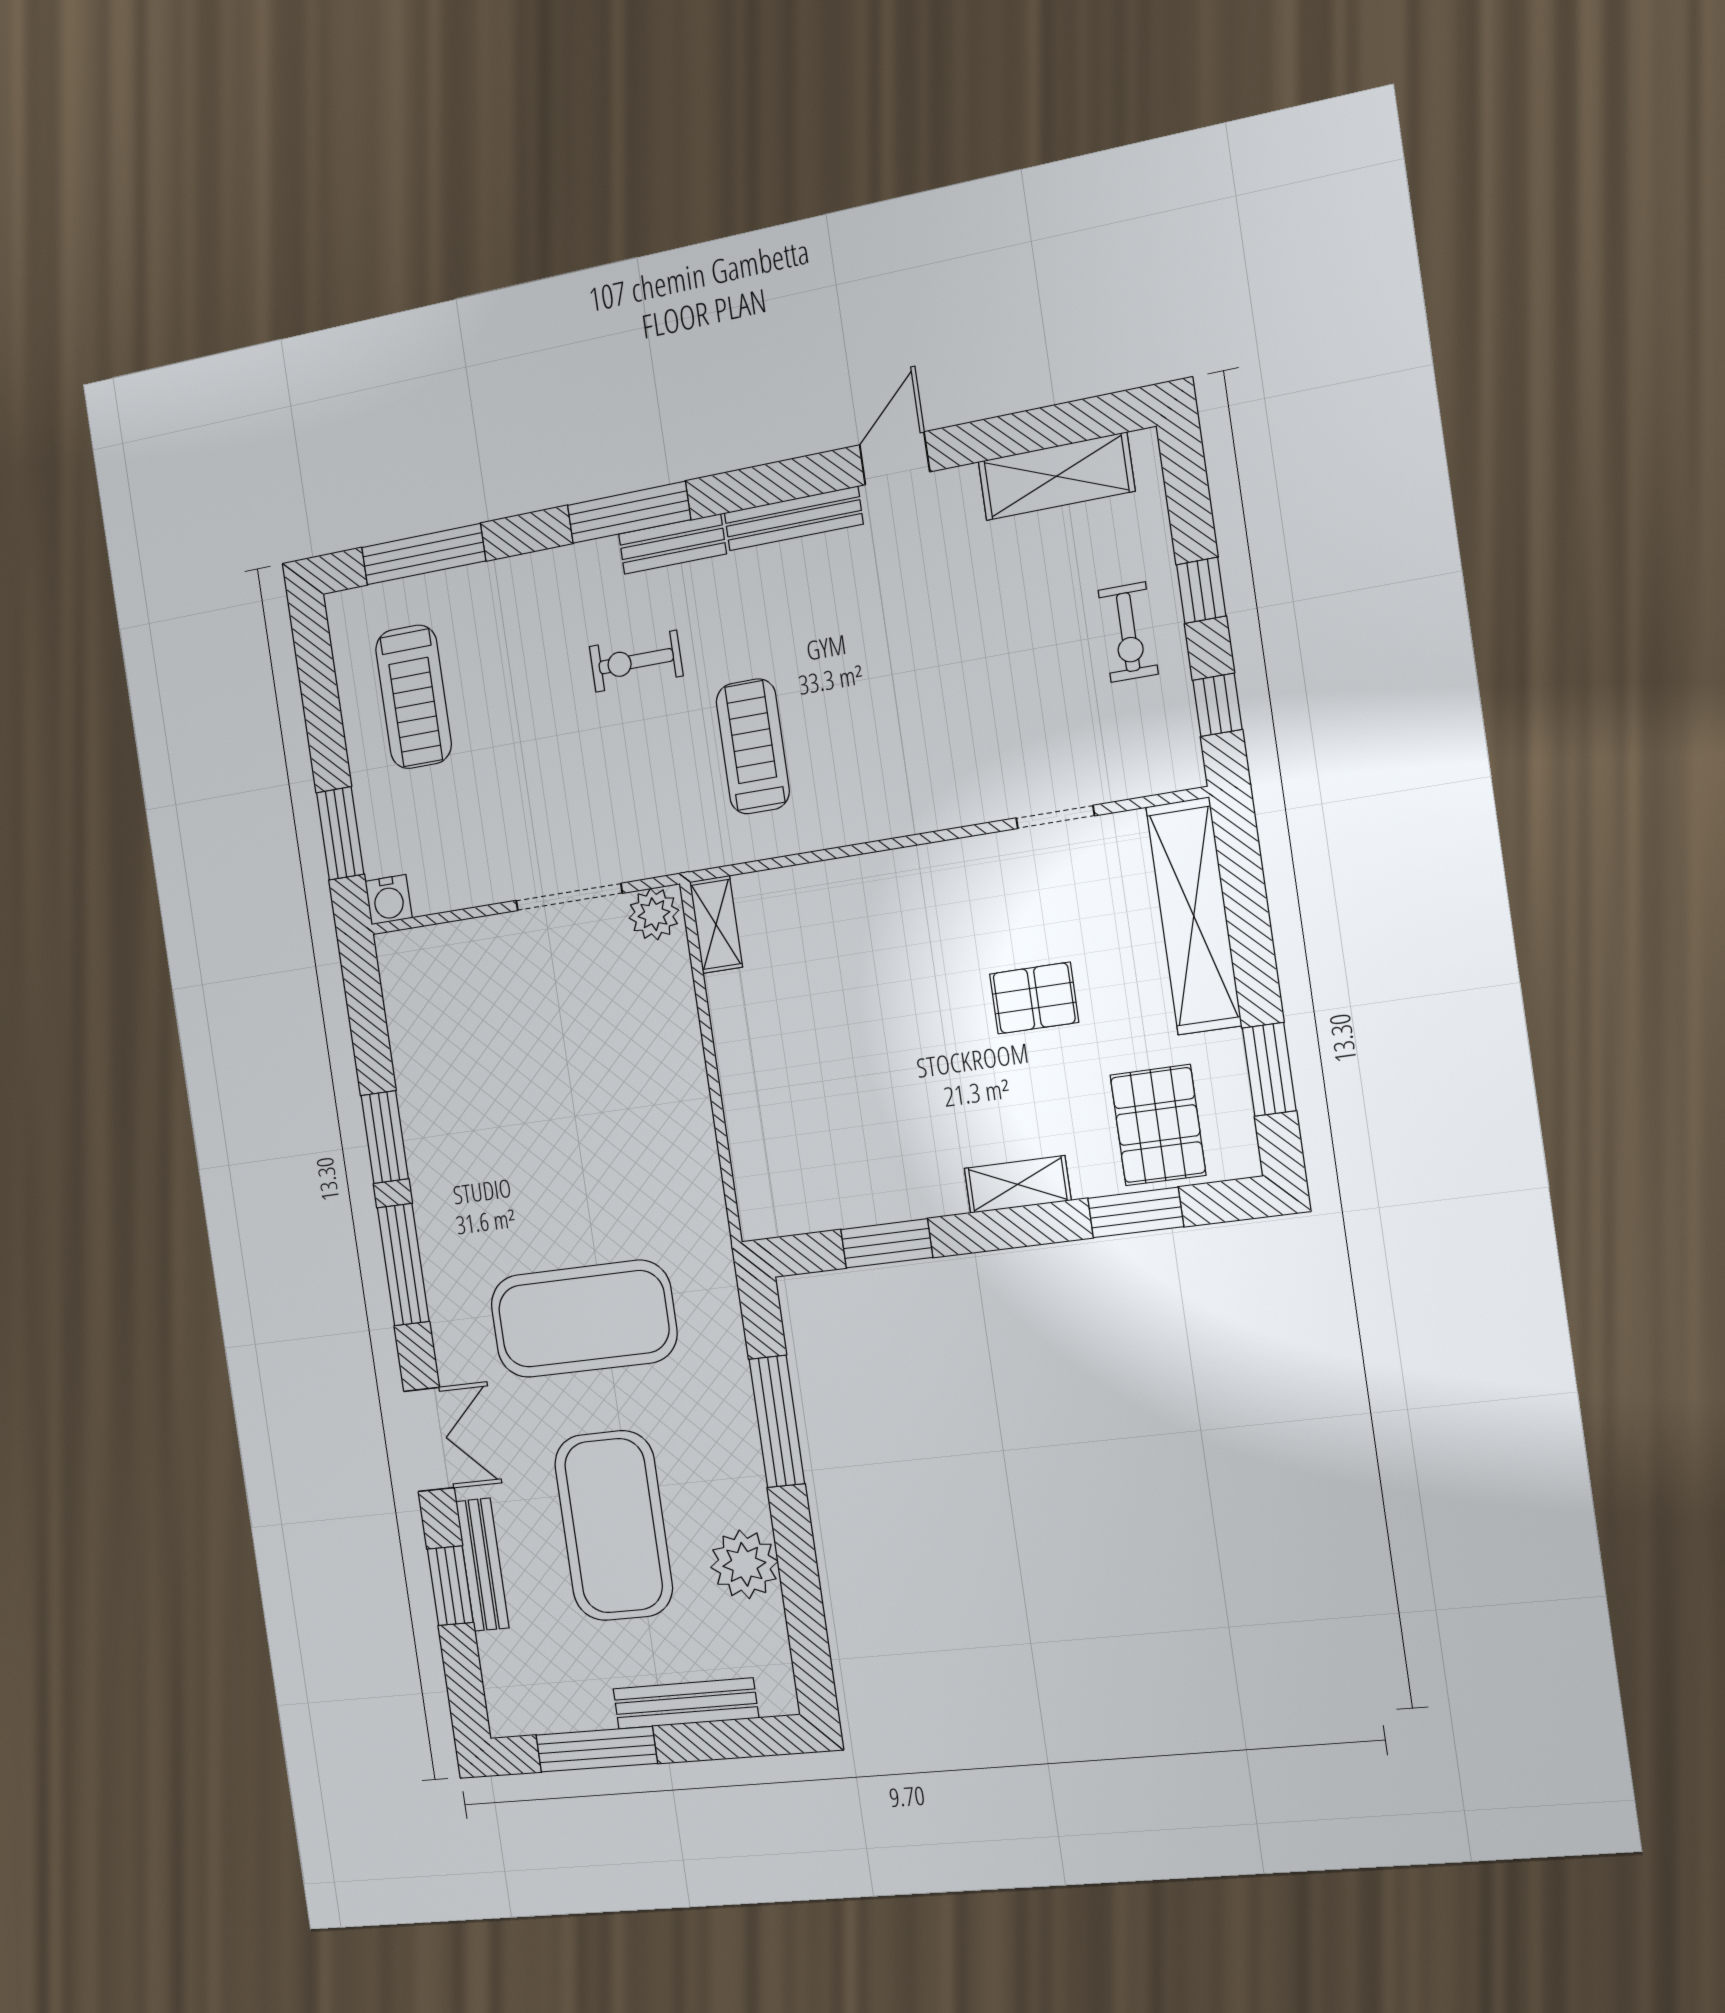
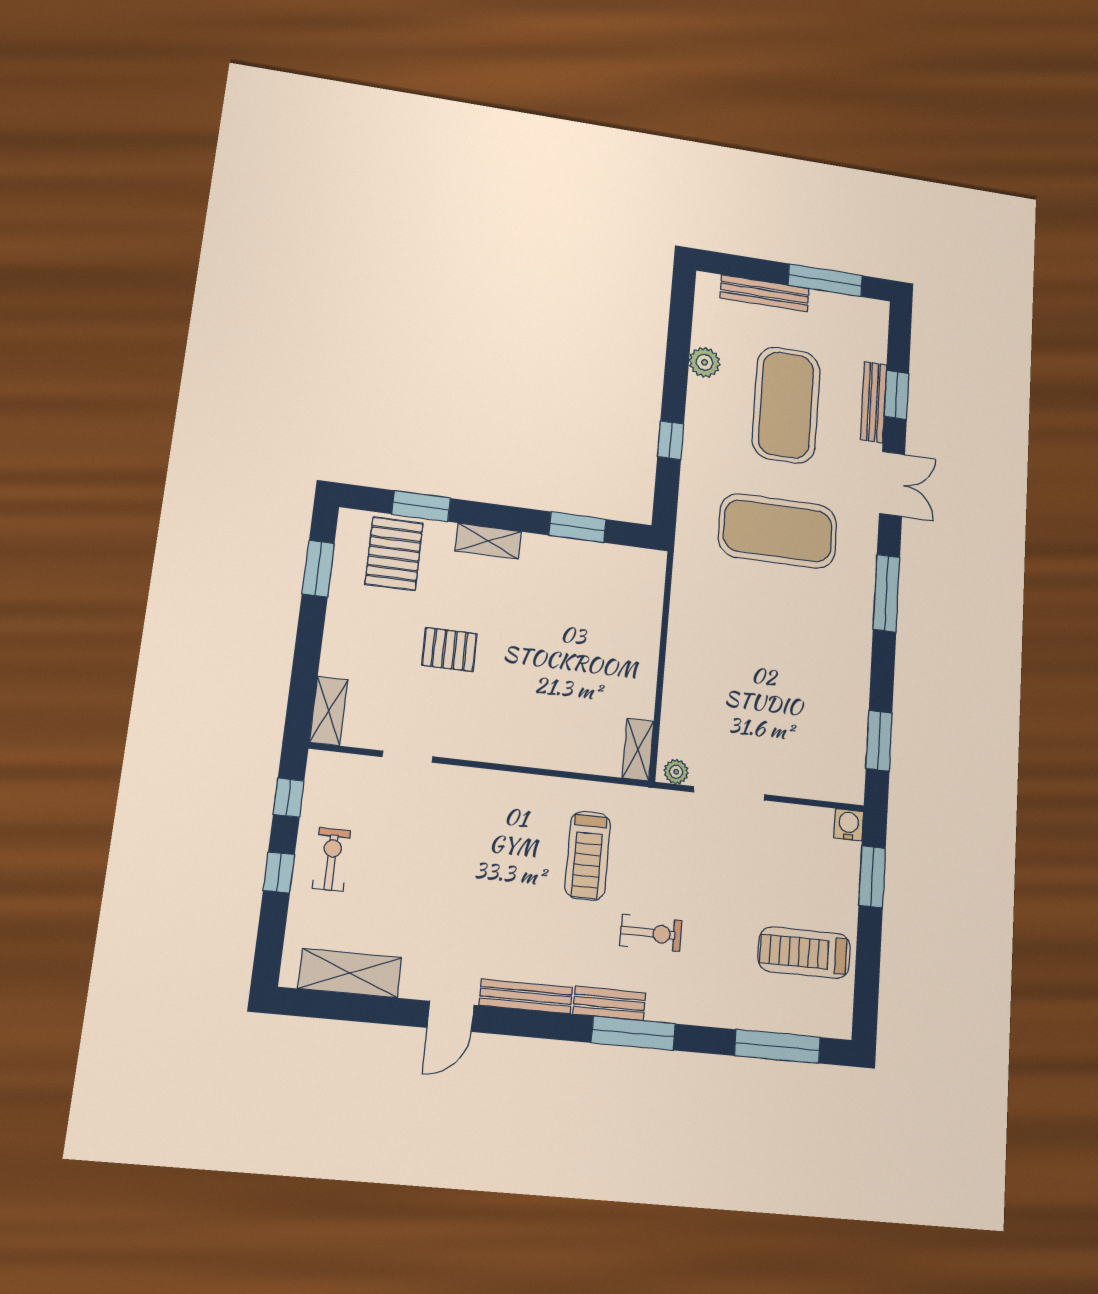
treadmill: (414, 697) -> (804, 953), turned -90
plant: (654, 914) -> (676, 772), width x0.73, depth x0.73
shelving: (1194, 916) -> (329, 711), width x0.45, depth x0.75
window: (385, 1137) -> (879, 741), moved
window: (777, 1421) -> (671, 440), width x0.46
double door: (429, 1439) -> (892, 484), swing flipped
plant: (744, 1564) -> (704, 362), width x0.73, depth x0.73

